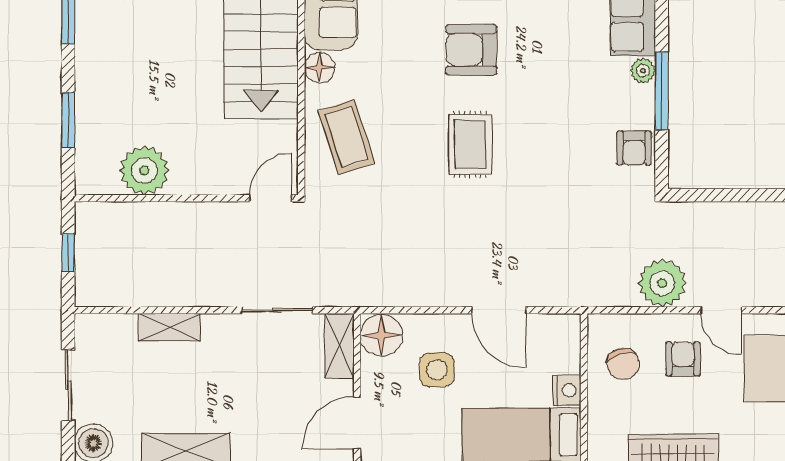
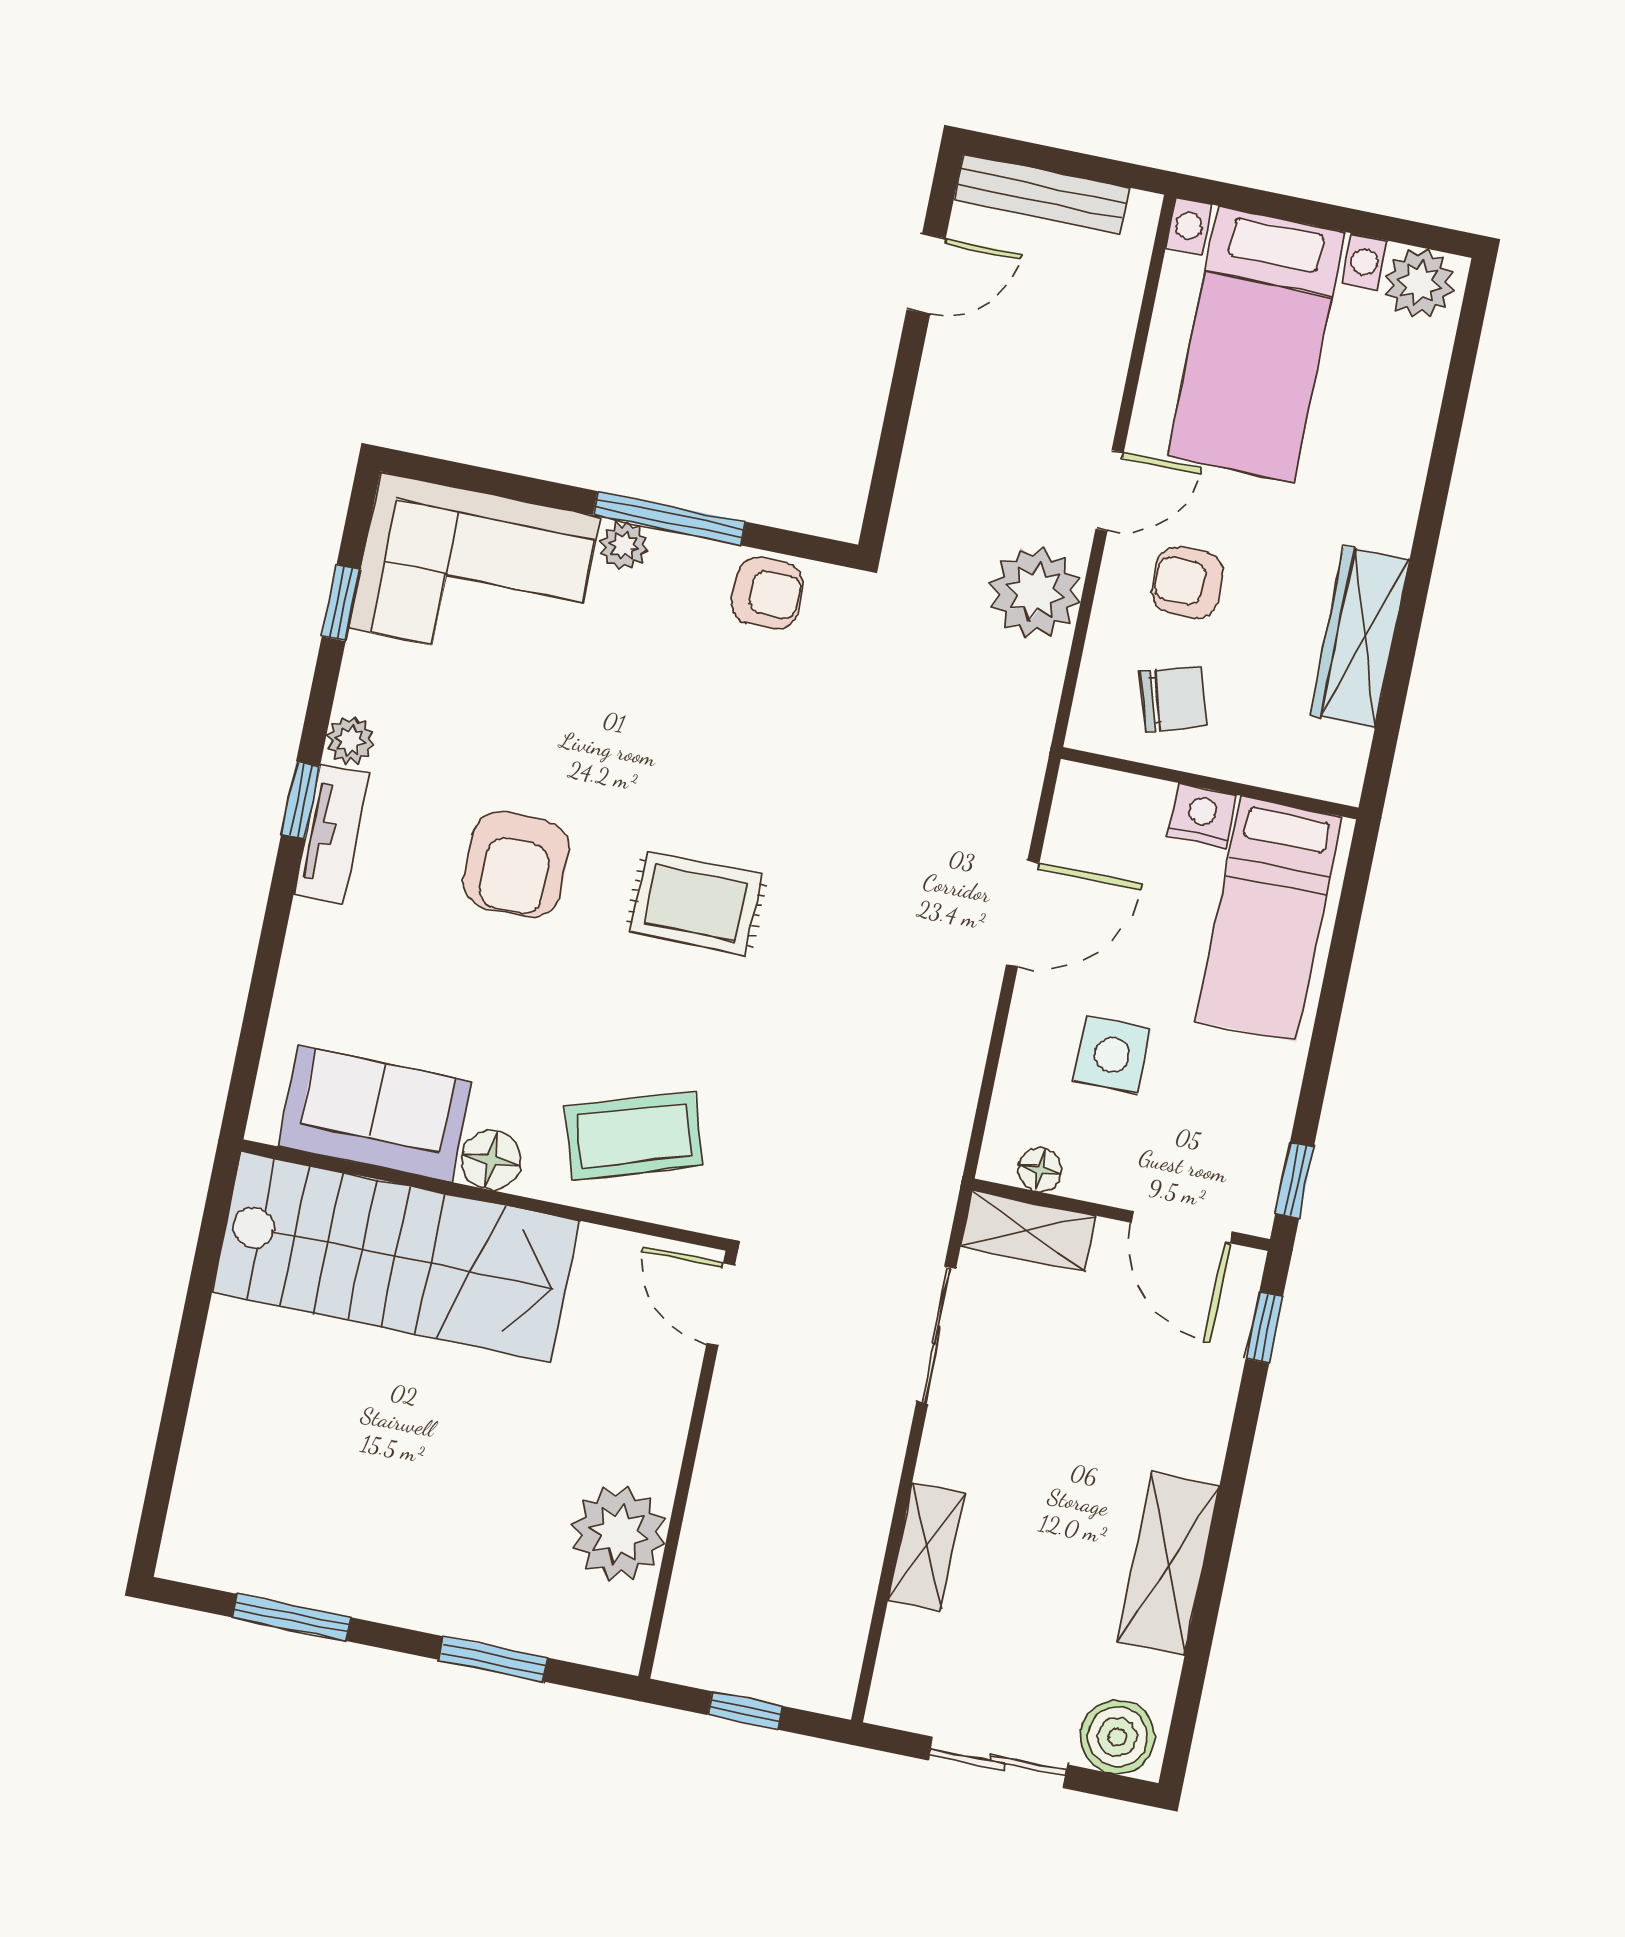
floor lamp: (381, 335) -> (1040, 1170), width x0.53, depth x0.53

